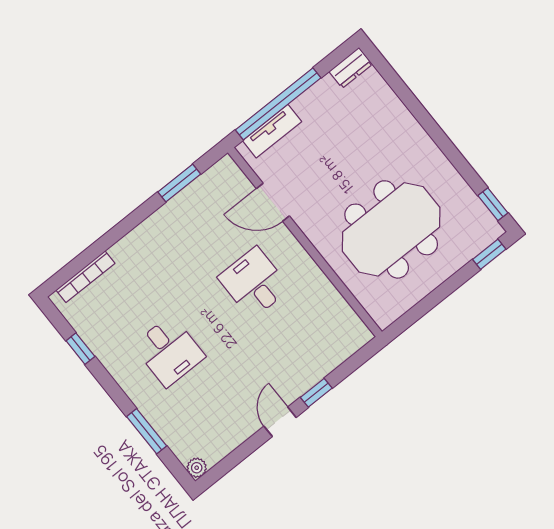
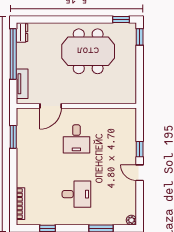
window: (278, 104) -> (13, 54), moved
meeting table: (391, 229) -> (88, 51), moved, turned 90
desk: (254, 283) -> (76, 139), turned -90

